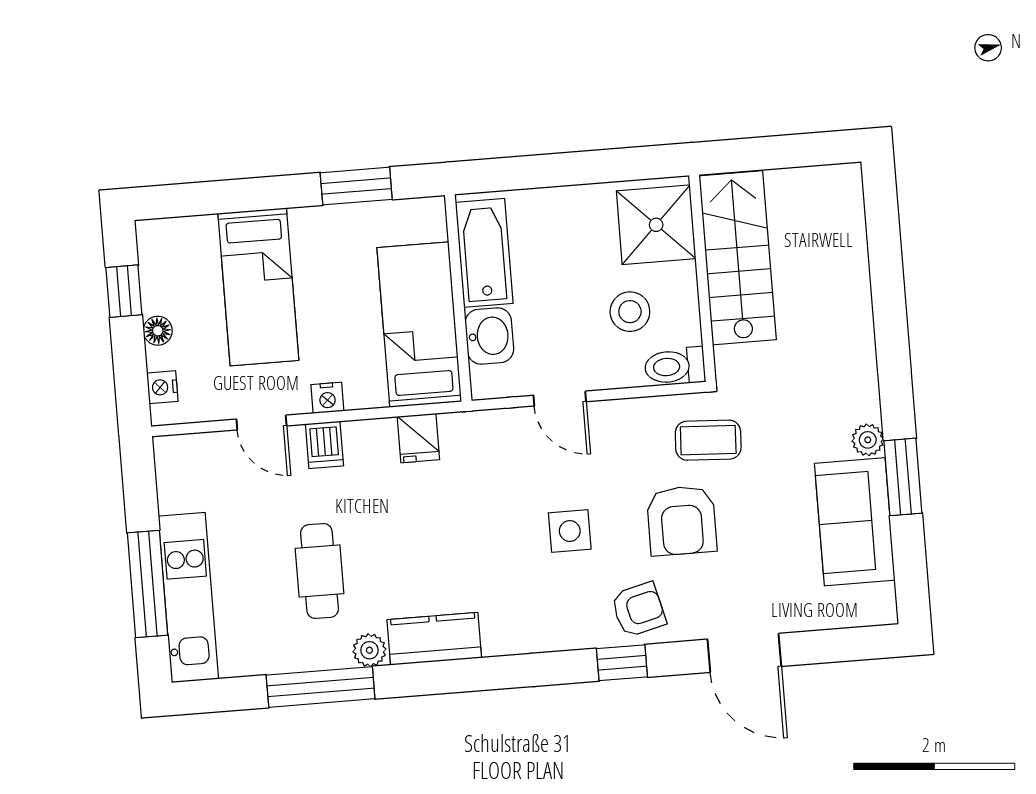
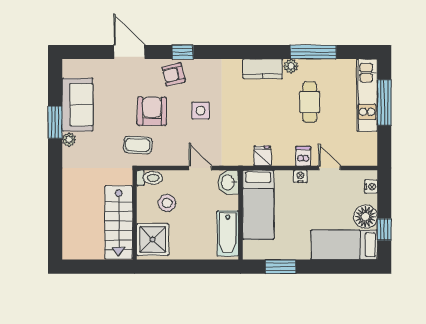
bed: (258, 287) -> (344, 245), moved, turned -90
floor lamp: (158, 331) -> (365, 217), width x1.89, depth x1.89
washbasin: (489, 336) -> (228, 182), moved

